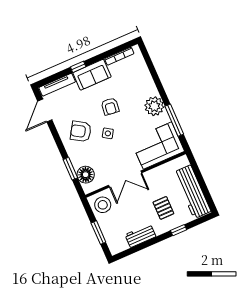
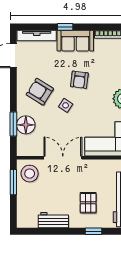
floor lamp: (86, 175) -> (26, 125), moved
double door: (125, 179) -> (63, 158), swing flipped
window: (98, 233) -> (13, 182), moved

